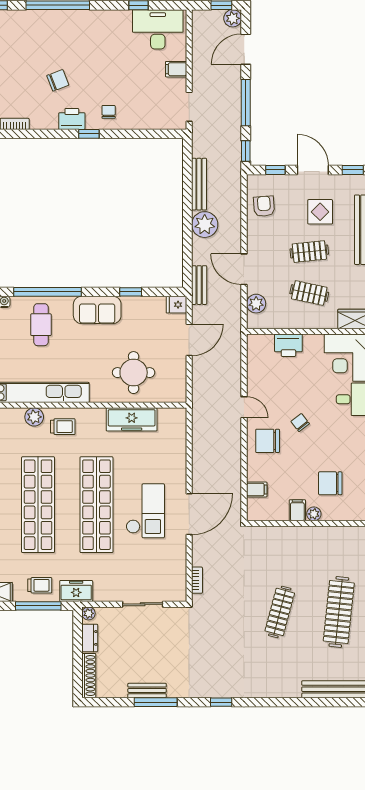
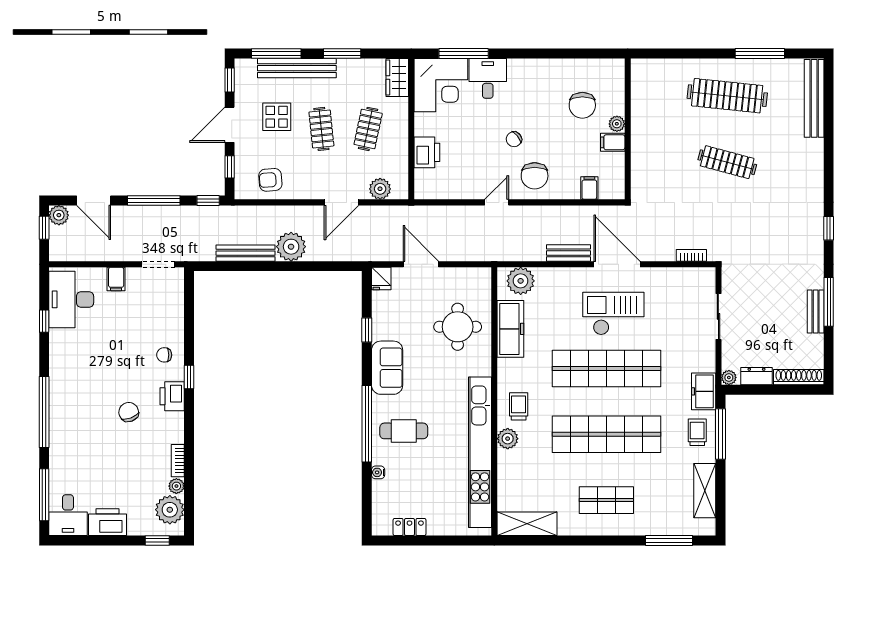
bench: (199, 285) -> (568, 253), moved
plant: (174, 428) -> (521, 281), added

